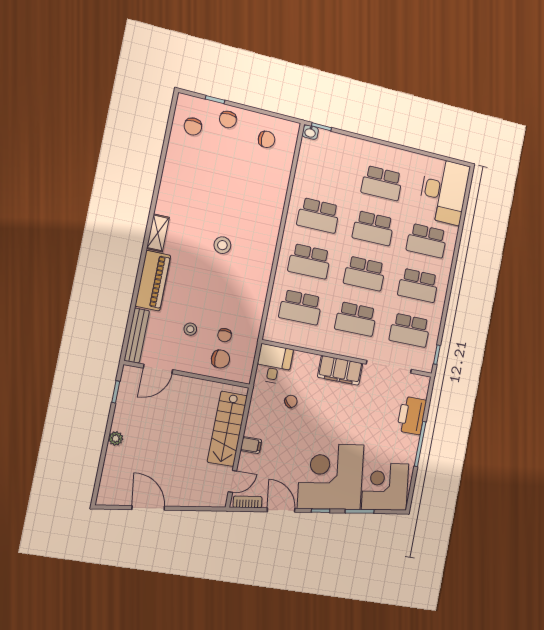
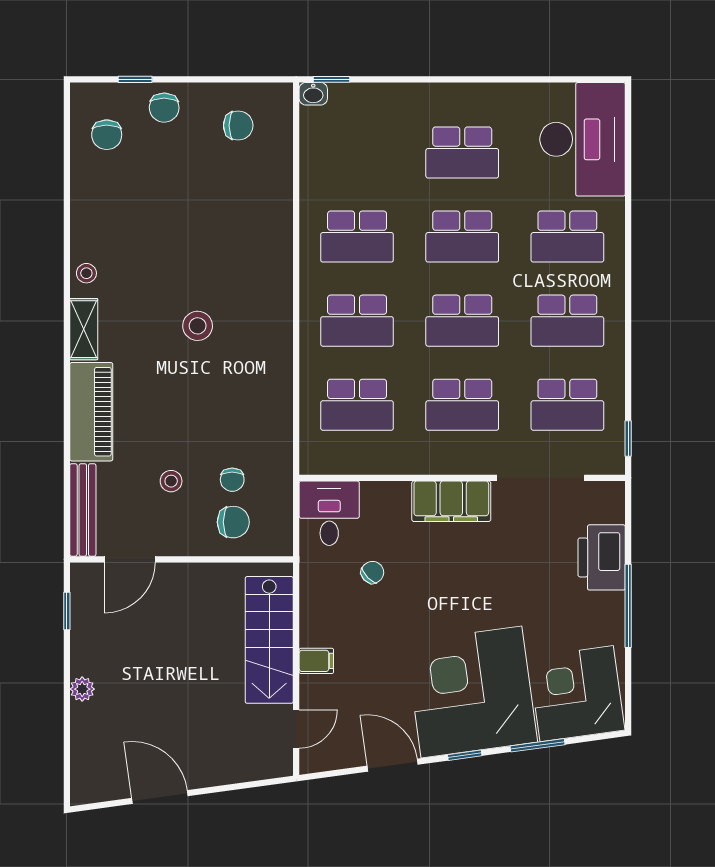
stool: (166, 202) -> (86, 273), added
bookcase: (248, 502) -> (330, 760), removed

